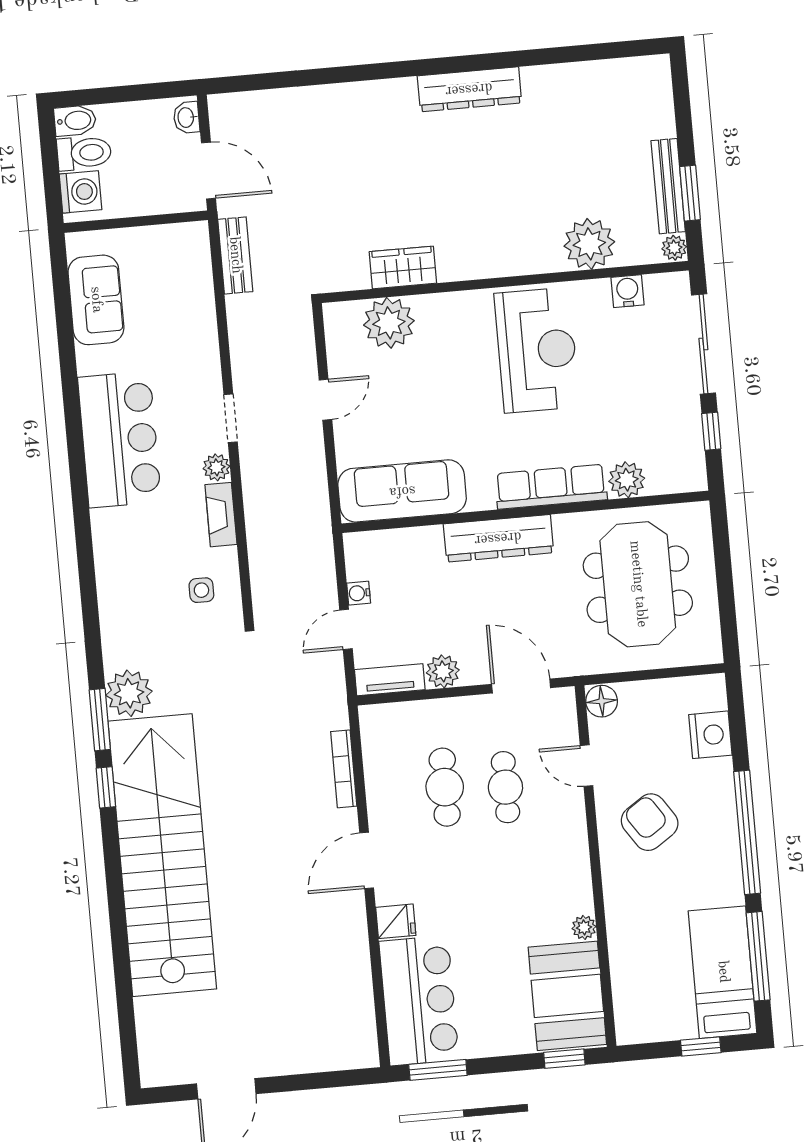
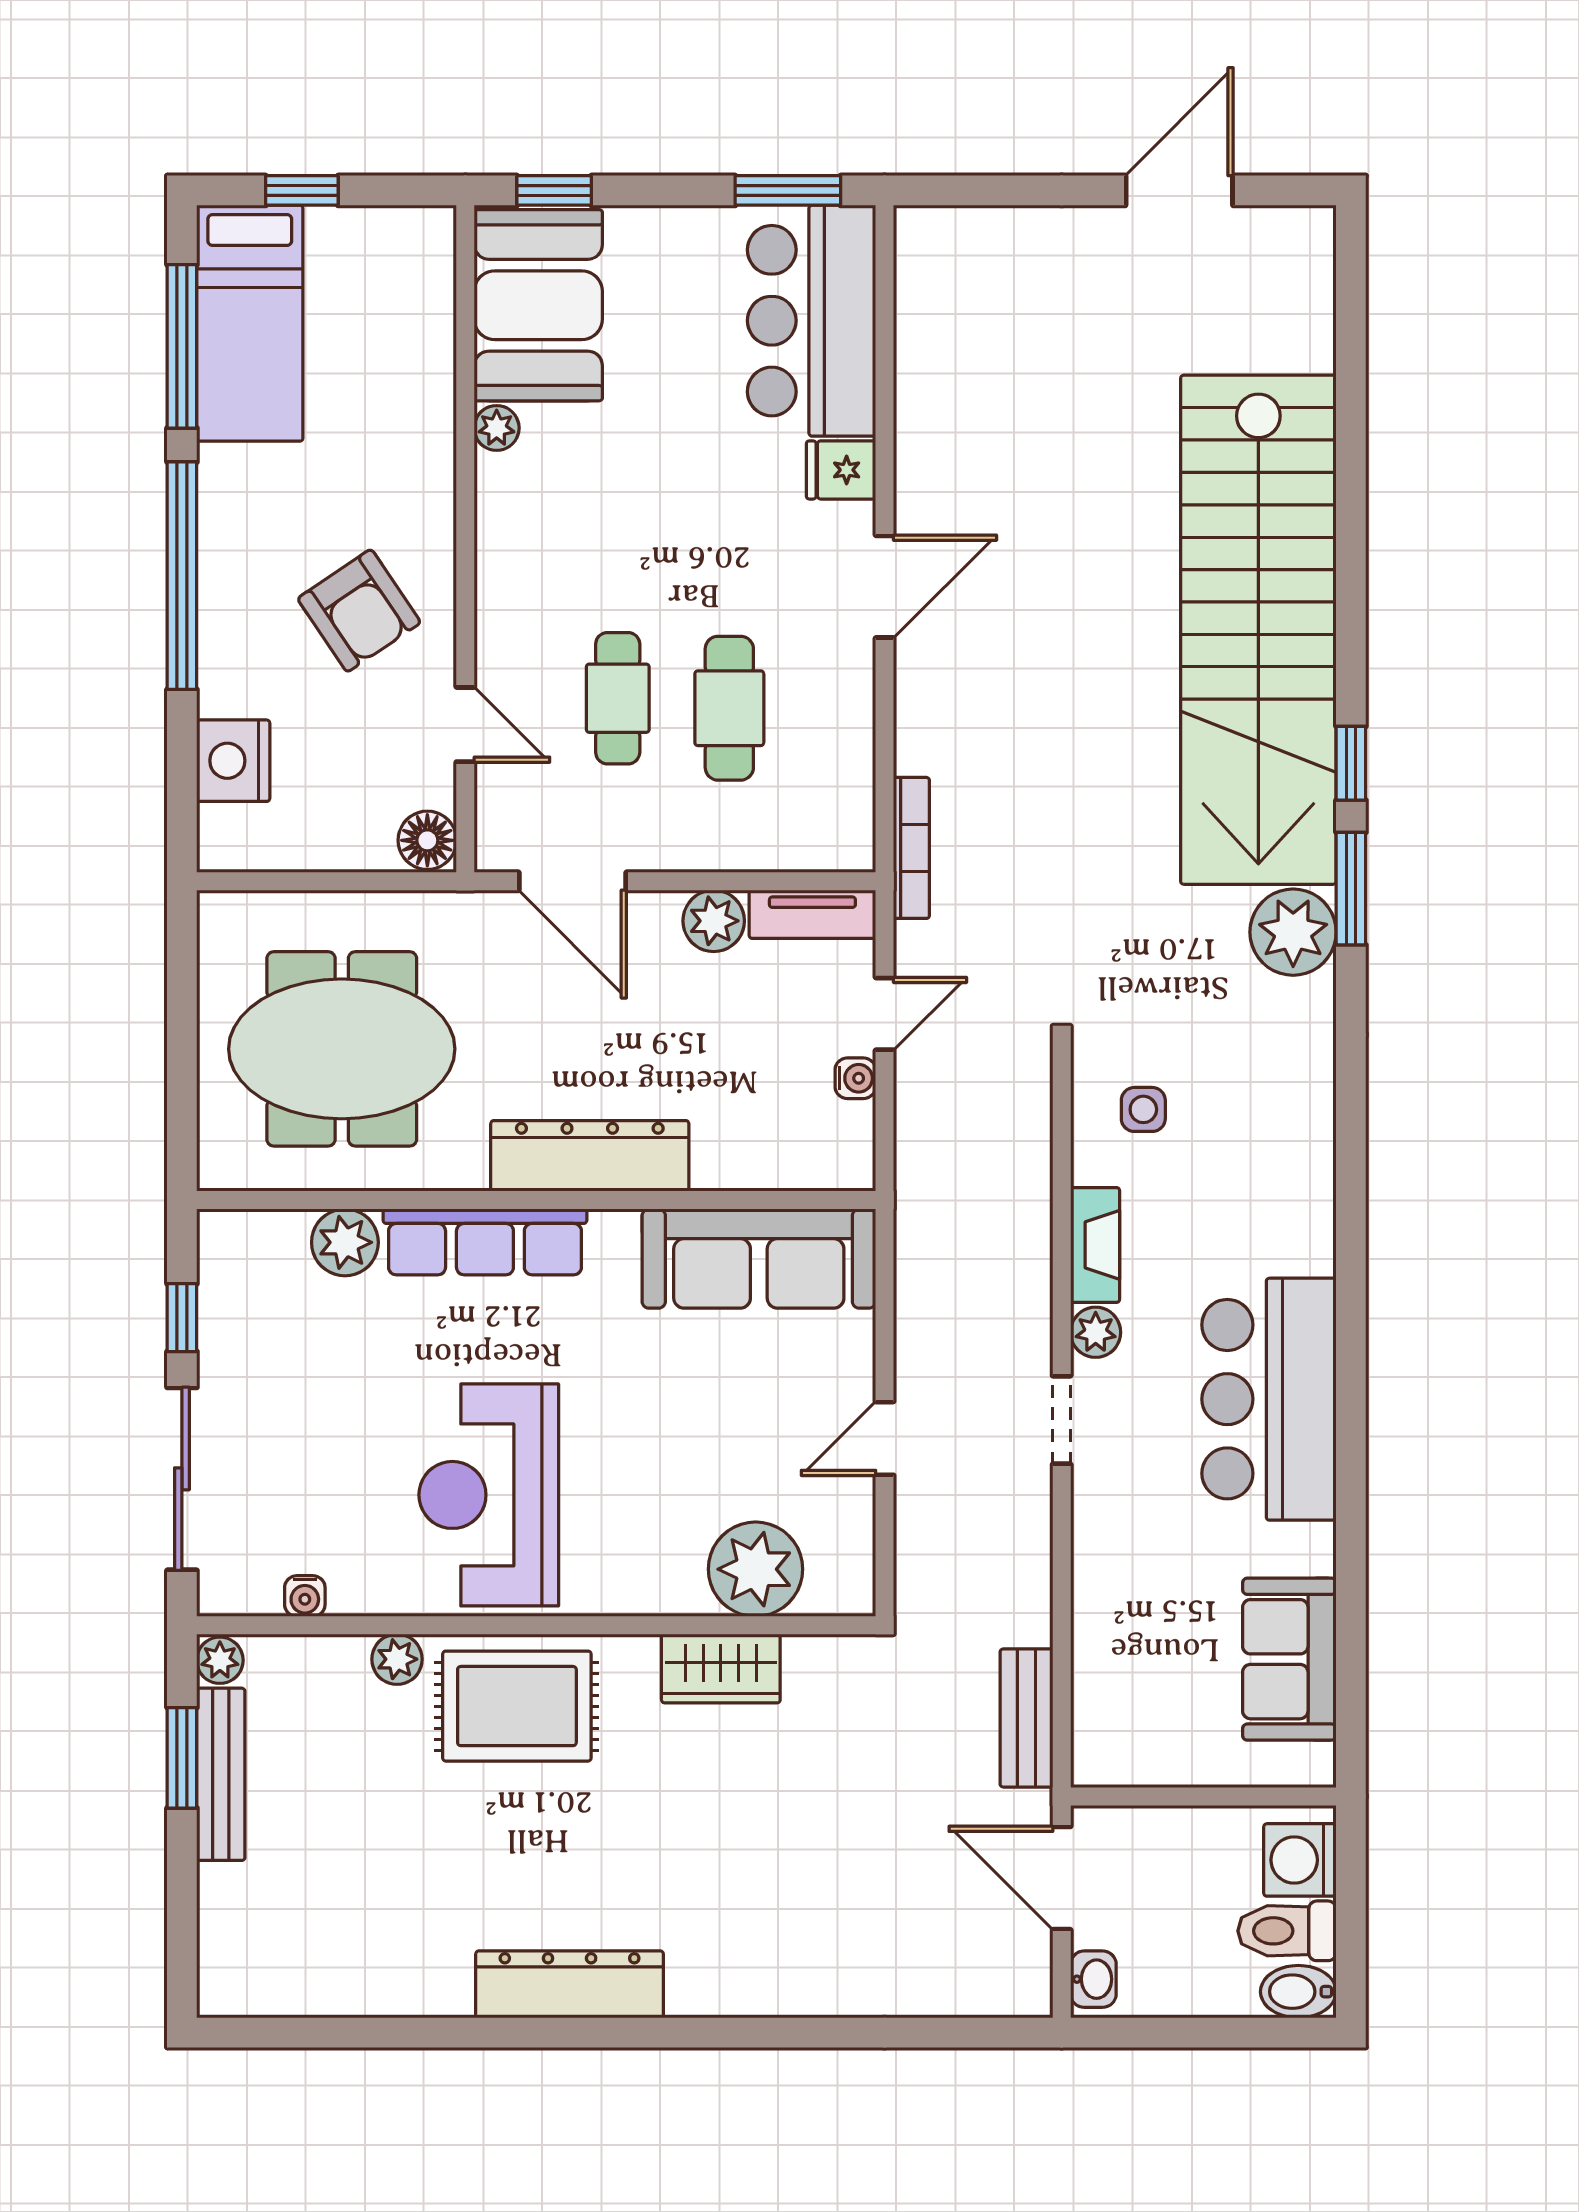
rug: (511, 237) -> (517, 1706), added
plant: (589, 244) -> (397, 1659), width x0.53, depth x0.53
water cooler: (628, 291) -> (305, 1596), width x0.72, depth x0.72
meeting table: (638, 584) -> (342, 1049), turned 90
bookcase: (344, 769) -> (911, 848), moved

